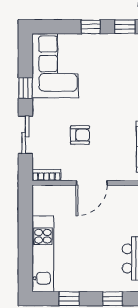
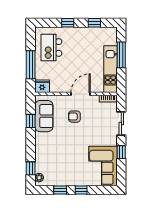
armchair: (80, 135) -> (74, 117), moved
window: (25, 246) -> (121, 55), added
kitchen unit: (43, 254) -> (111, 69), moved

